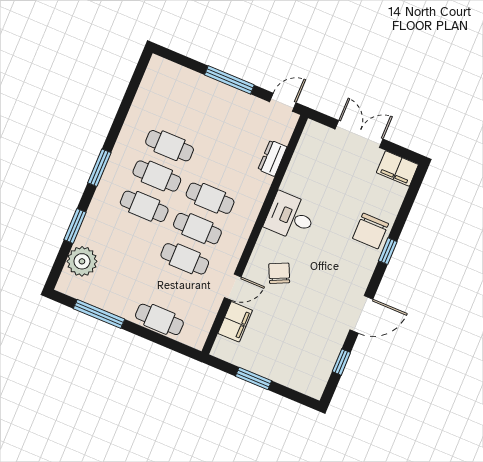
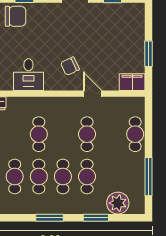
cafe table: (197, 229) -> (87, 177), moved
filing cabinet: (235, 322) -> (132, 82), moved

